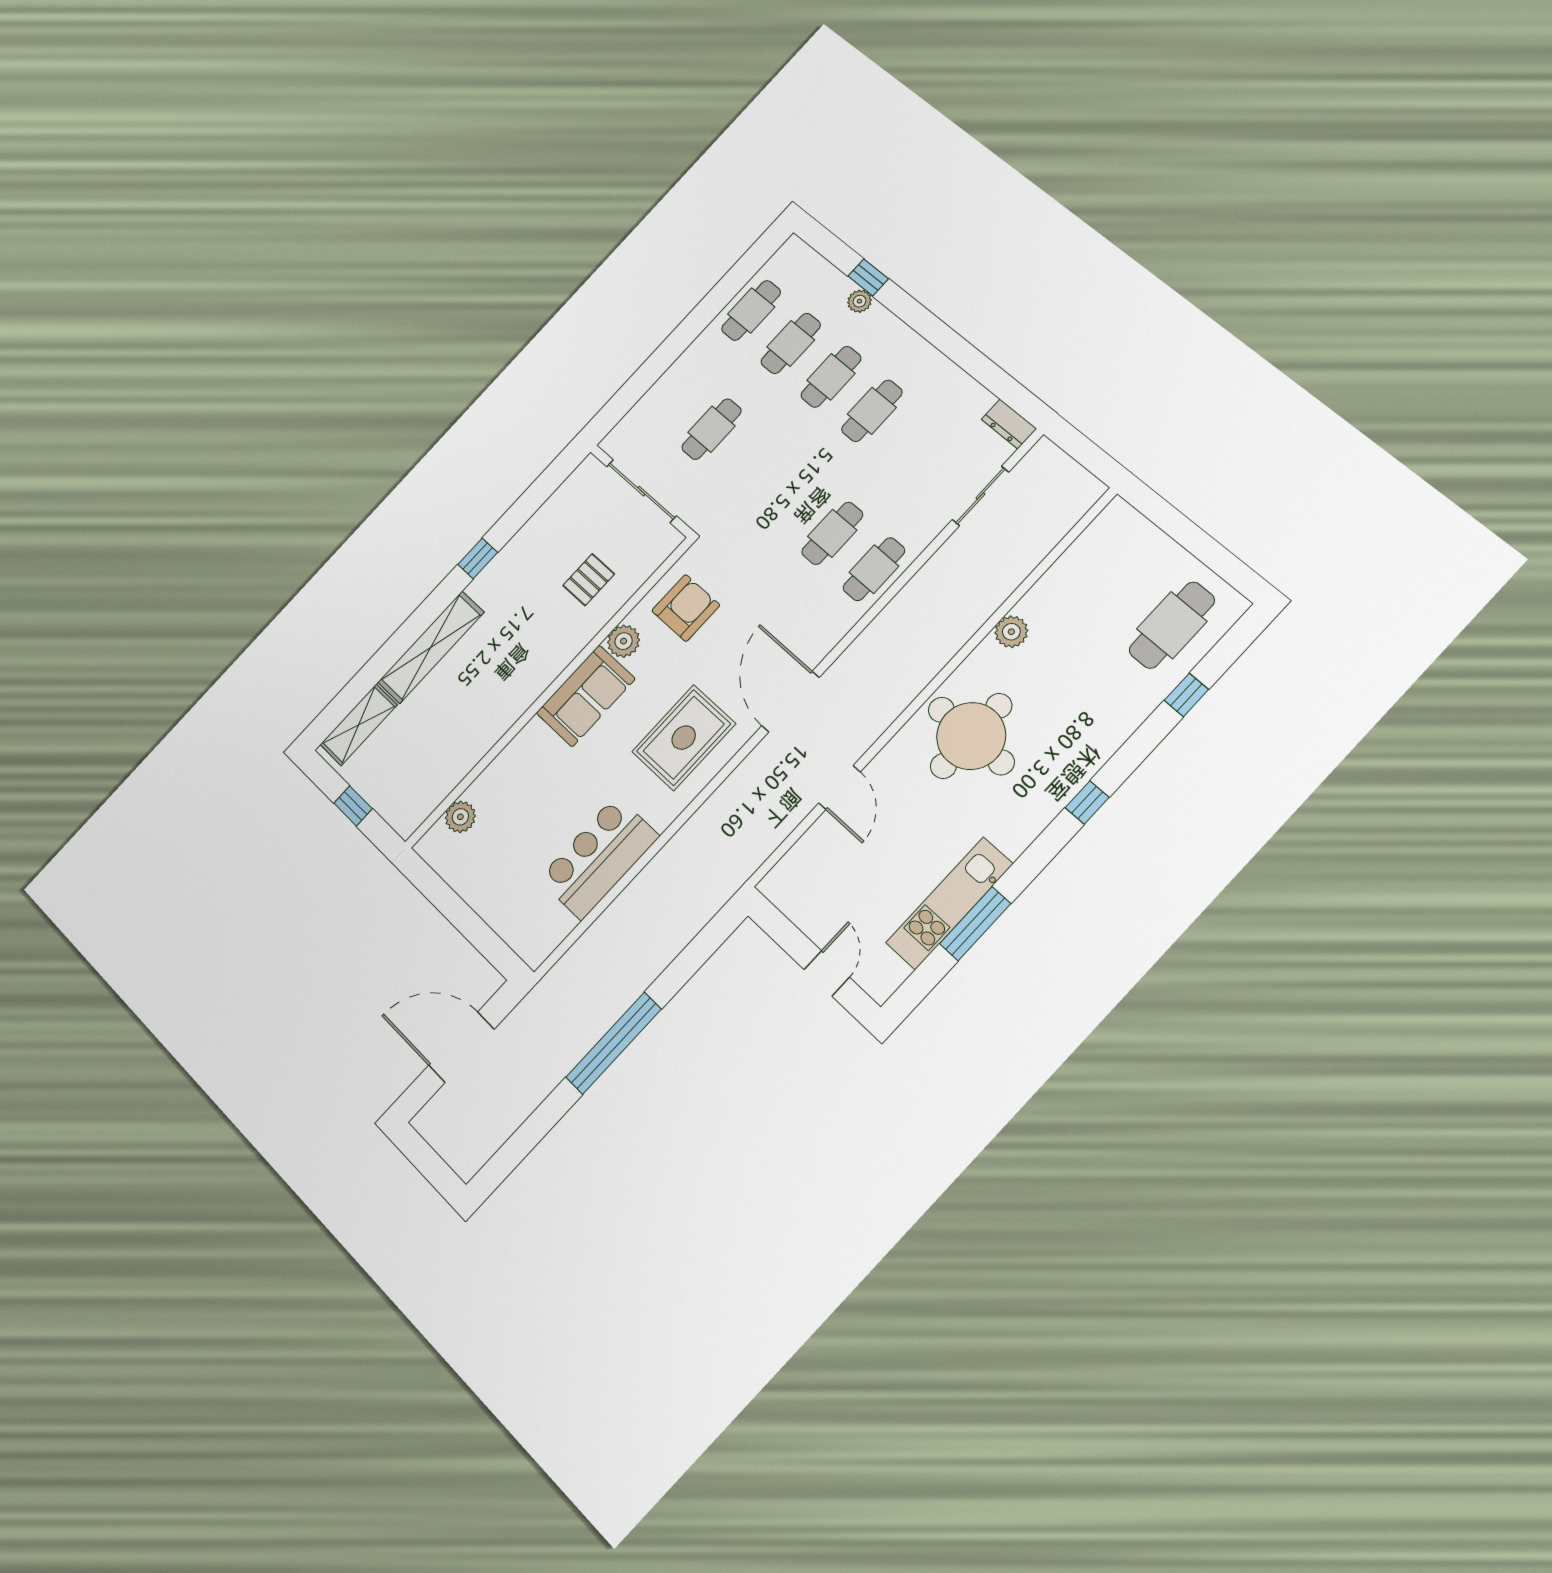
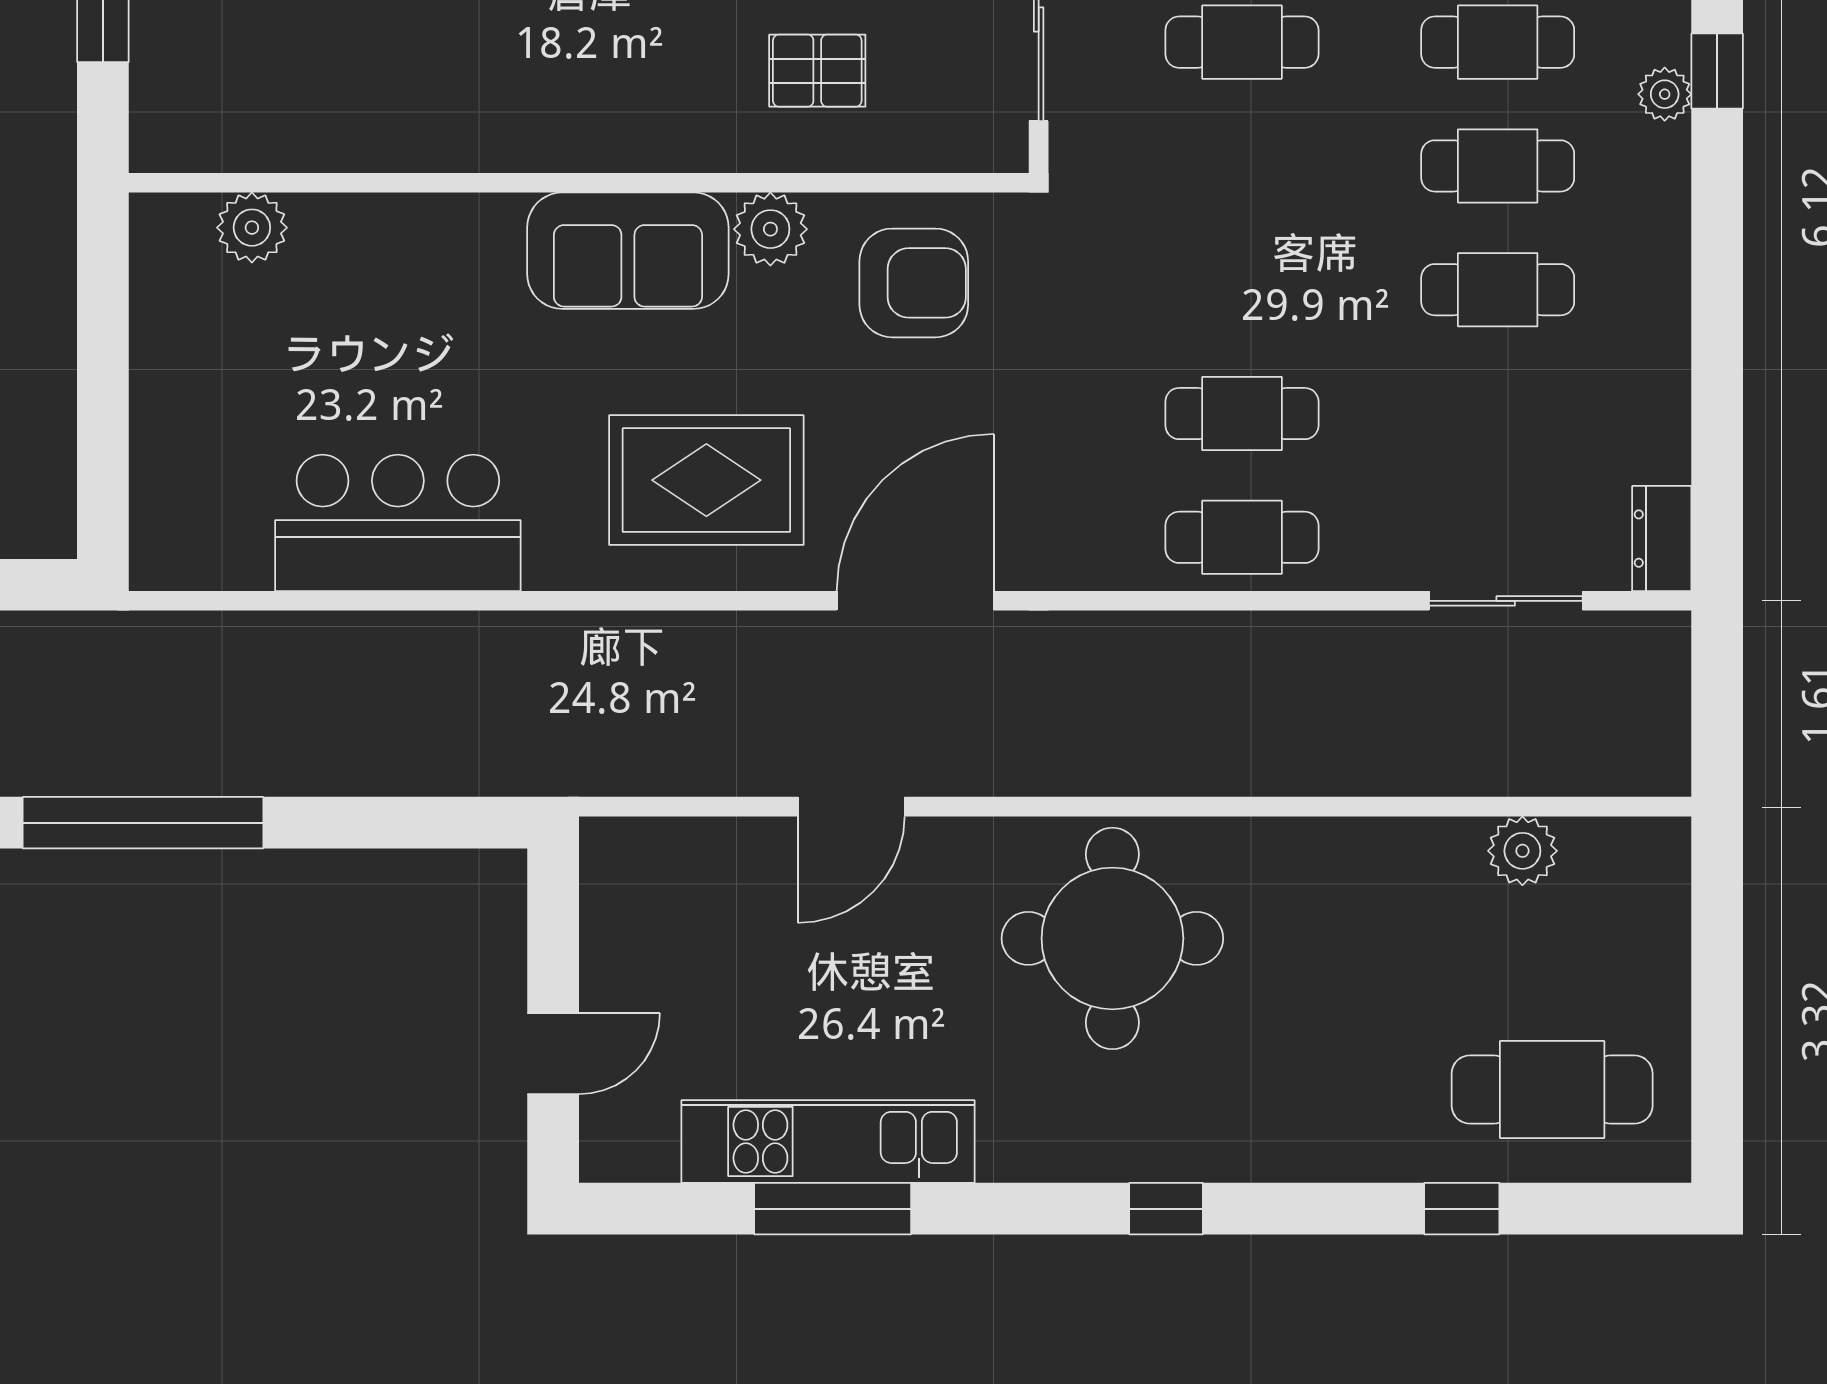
plant: (1011, 632) -> (1522, 851), moved

